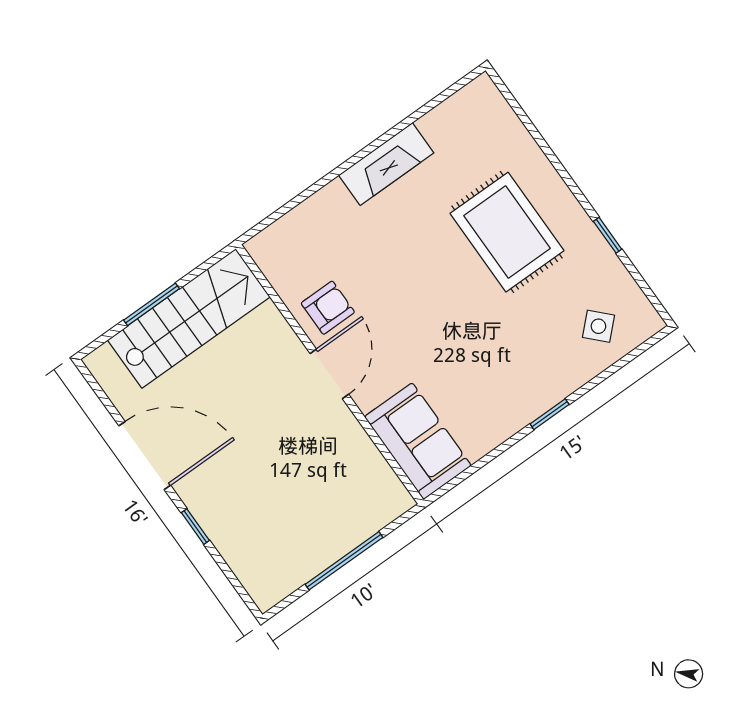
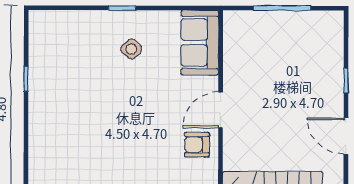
rug: (507, 232) -> (77, 117), removed
side table: (598, 326) -> (131, 49), moved
door: (145, 456) -> (346, 136), width x0.73

